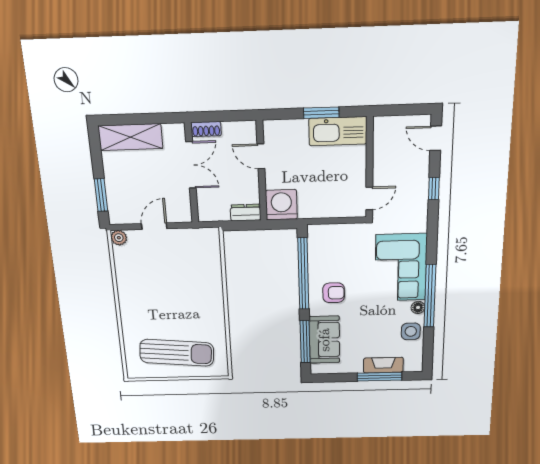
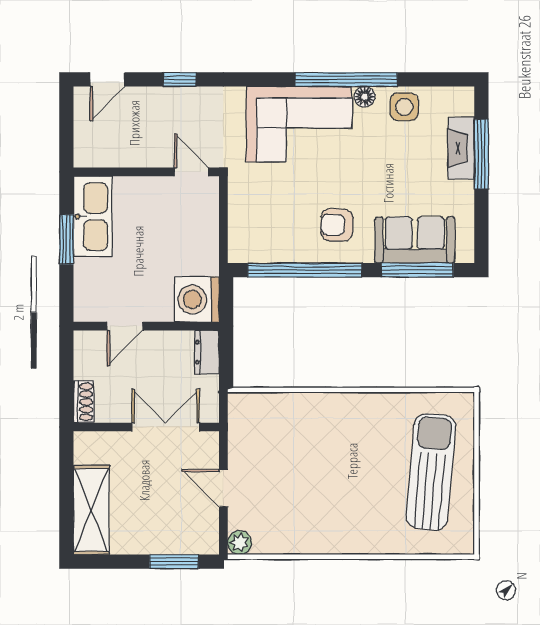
double door: (191, 165) -> (166, 427), moved
armchair: (334, 293) -> (337, 225), turned -88

